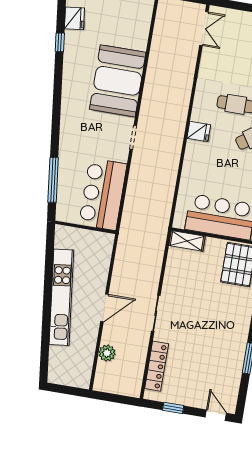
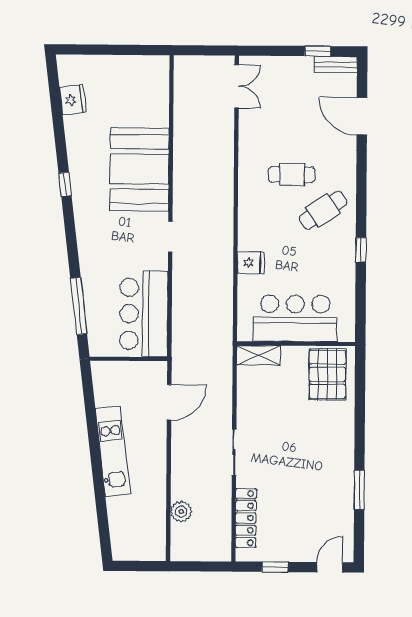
window: (60, 42) -> (65, 184), moved
fridge: (199, 132) -> (251, 263), moved
kitchen unit: (61, 297) -> (113, 451), width x0.73
door: (104, 308) -> (169, 402), moved
door: (216, 415) -> (330, 567), hinge flipped

